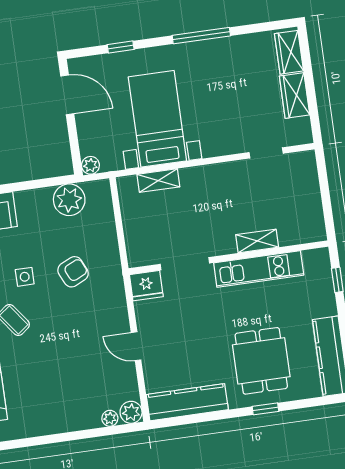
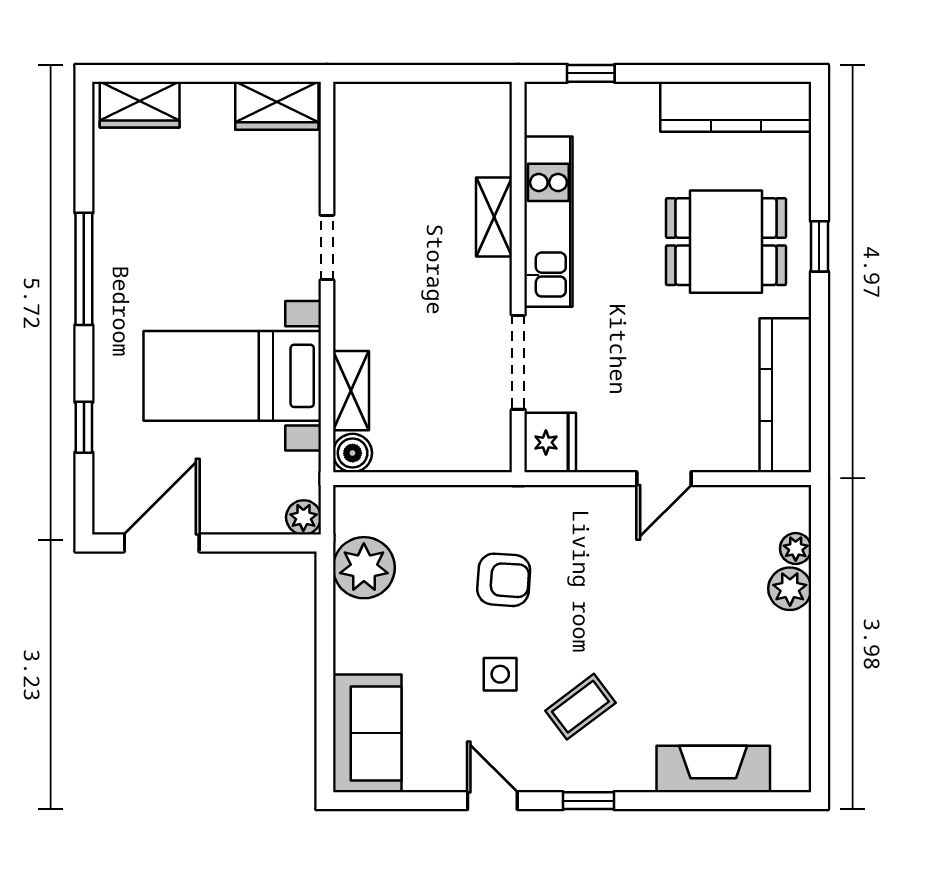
wardrobe: (295, 95) -> (277, 106), moved
doorway: (266, 153) -> (327, 247), moved
boiler: (127, 186) -> (353, 453), added
armchair: (73, 272) -> (504, 580), turned 119
plant: (131, 412) -> (790, 589), moved

